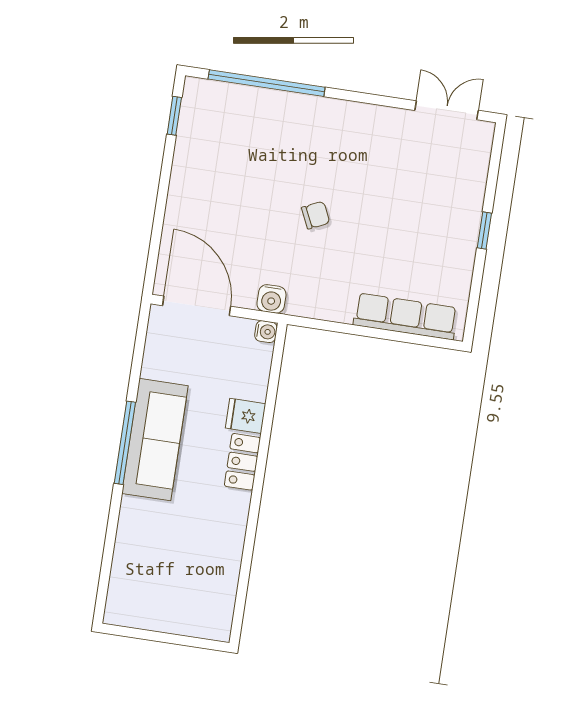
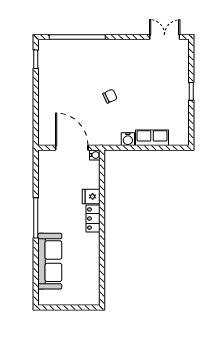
water cooler: (271, 299) -> (128, 139), moved
door: (197, 306) -> (72, 148), moved
row of seats: (405, 316) -> (152, 138), width x0.68
sofa: (155, 440) -> (50, 261), moved

